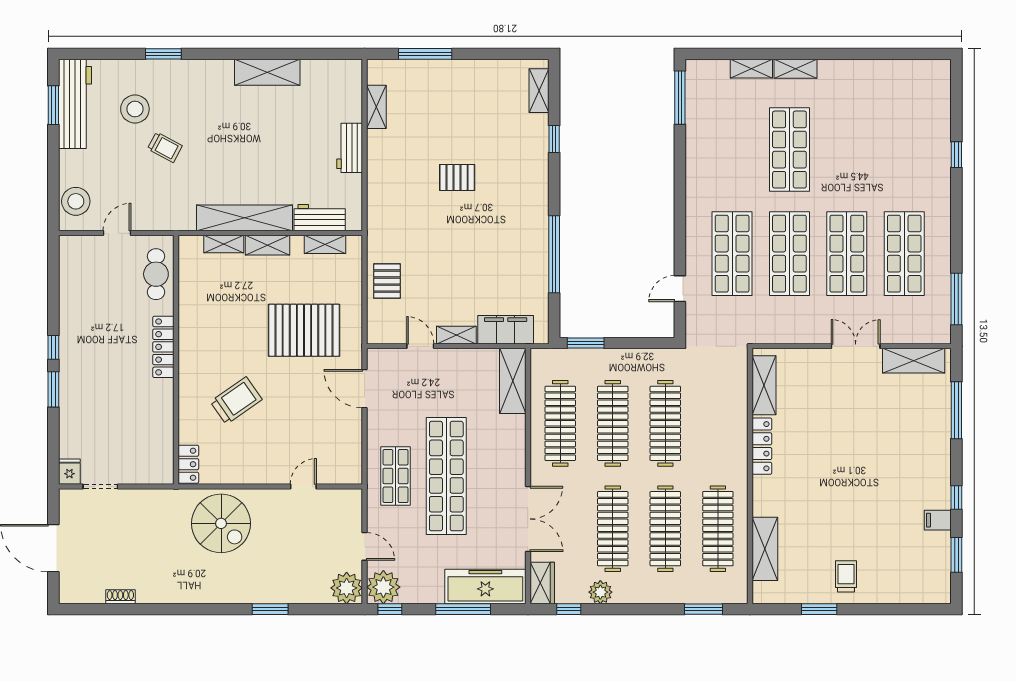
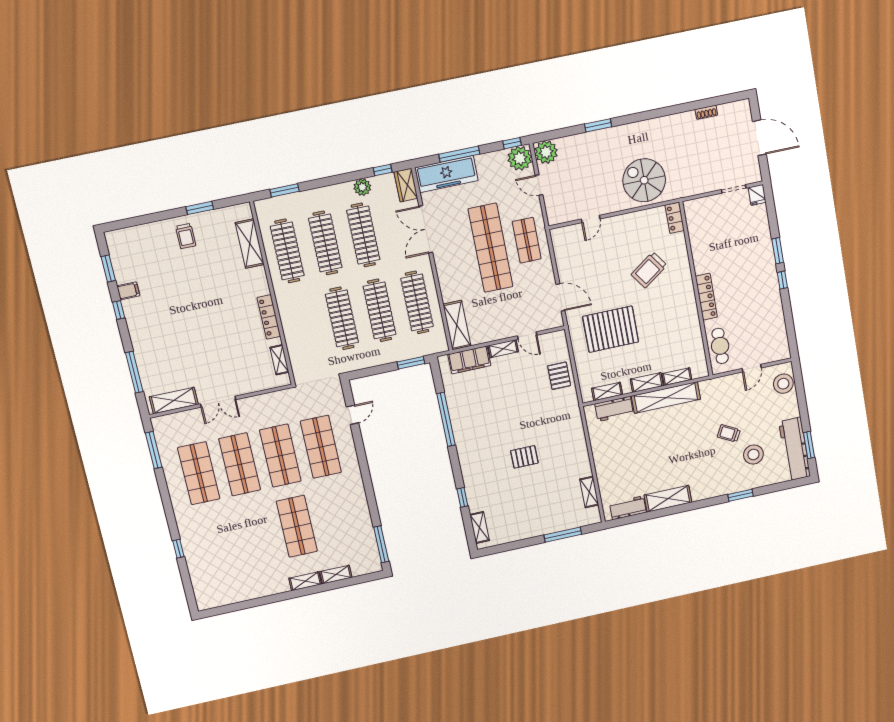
workbench: (350, 148) -> (628, 508), moved, turned -90
shelving: (764, 385) -> (279, 360), width x0.67, depth x0.75

